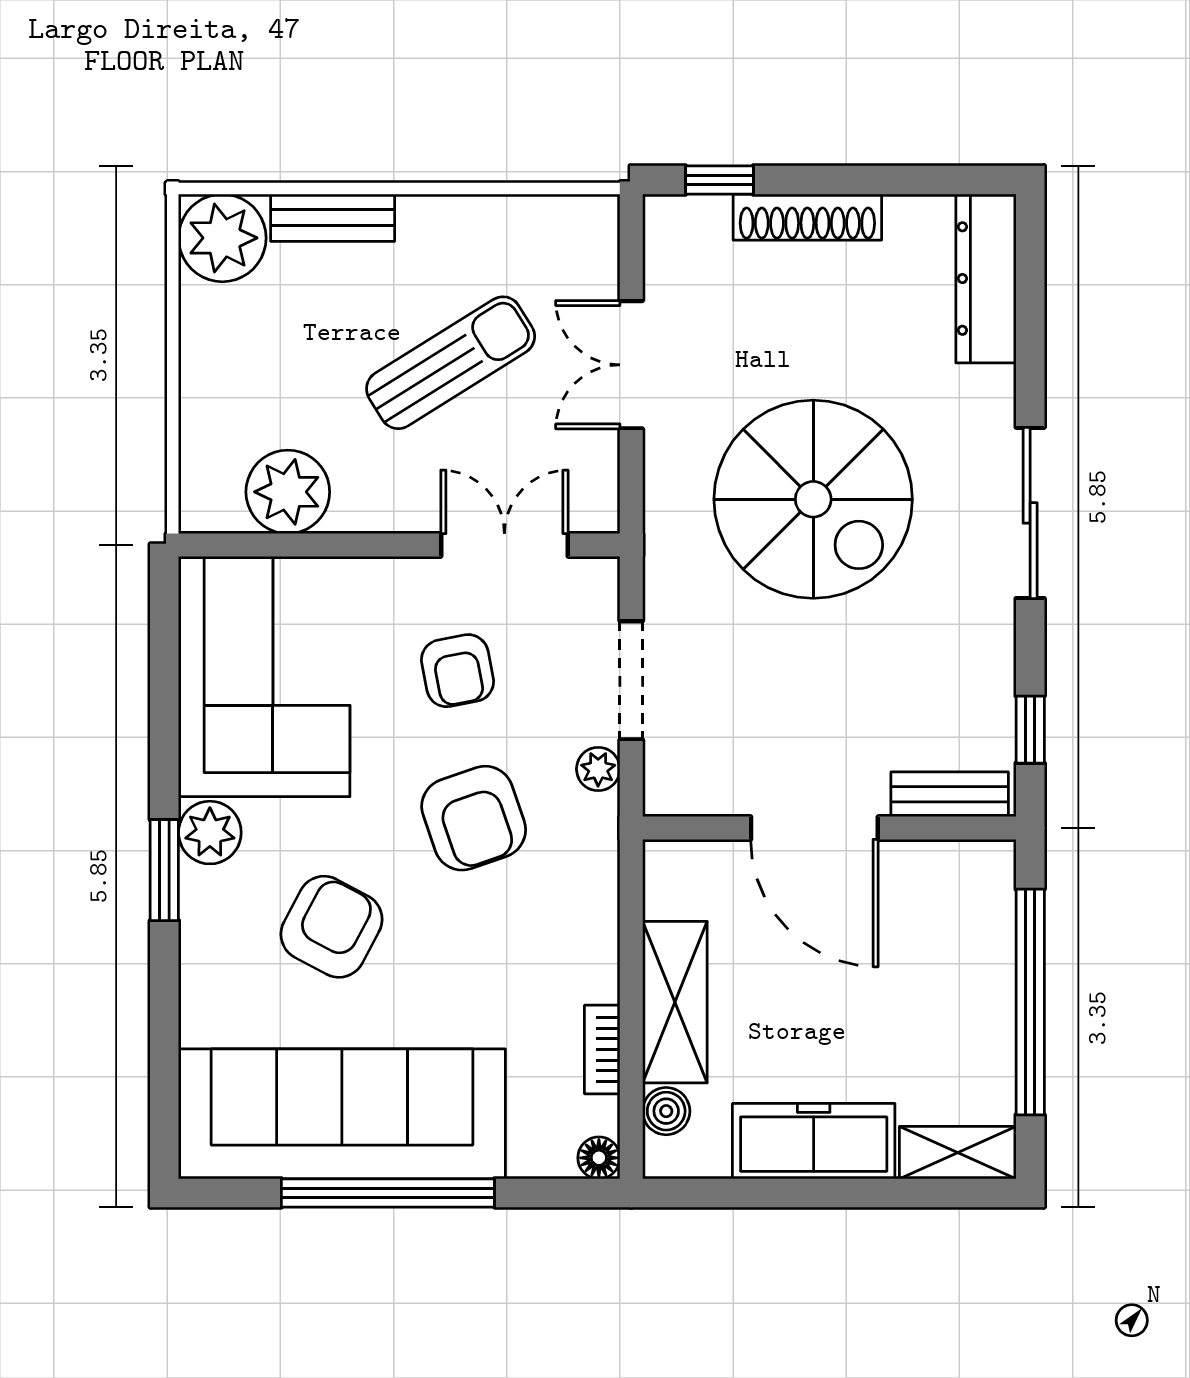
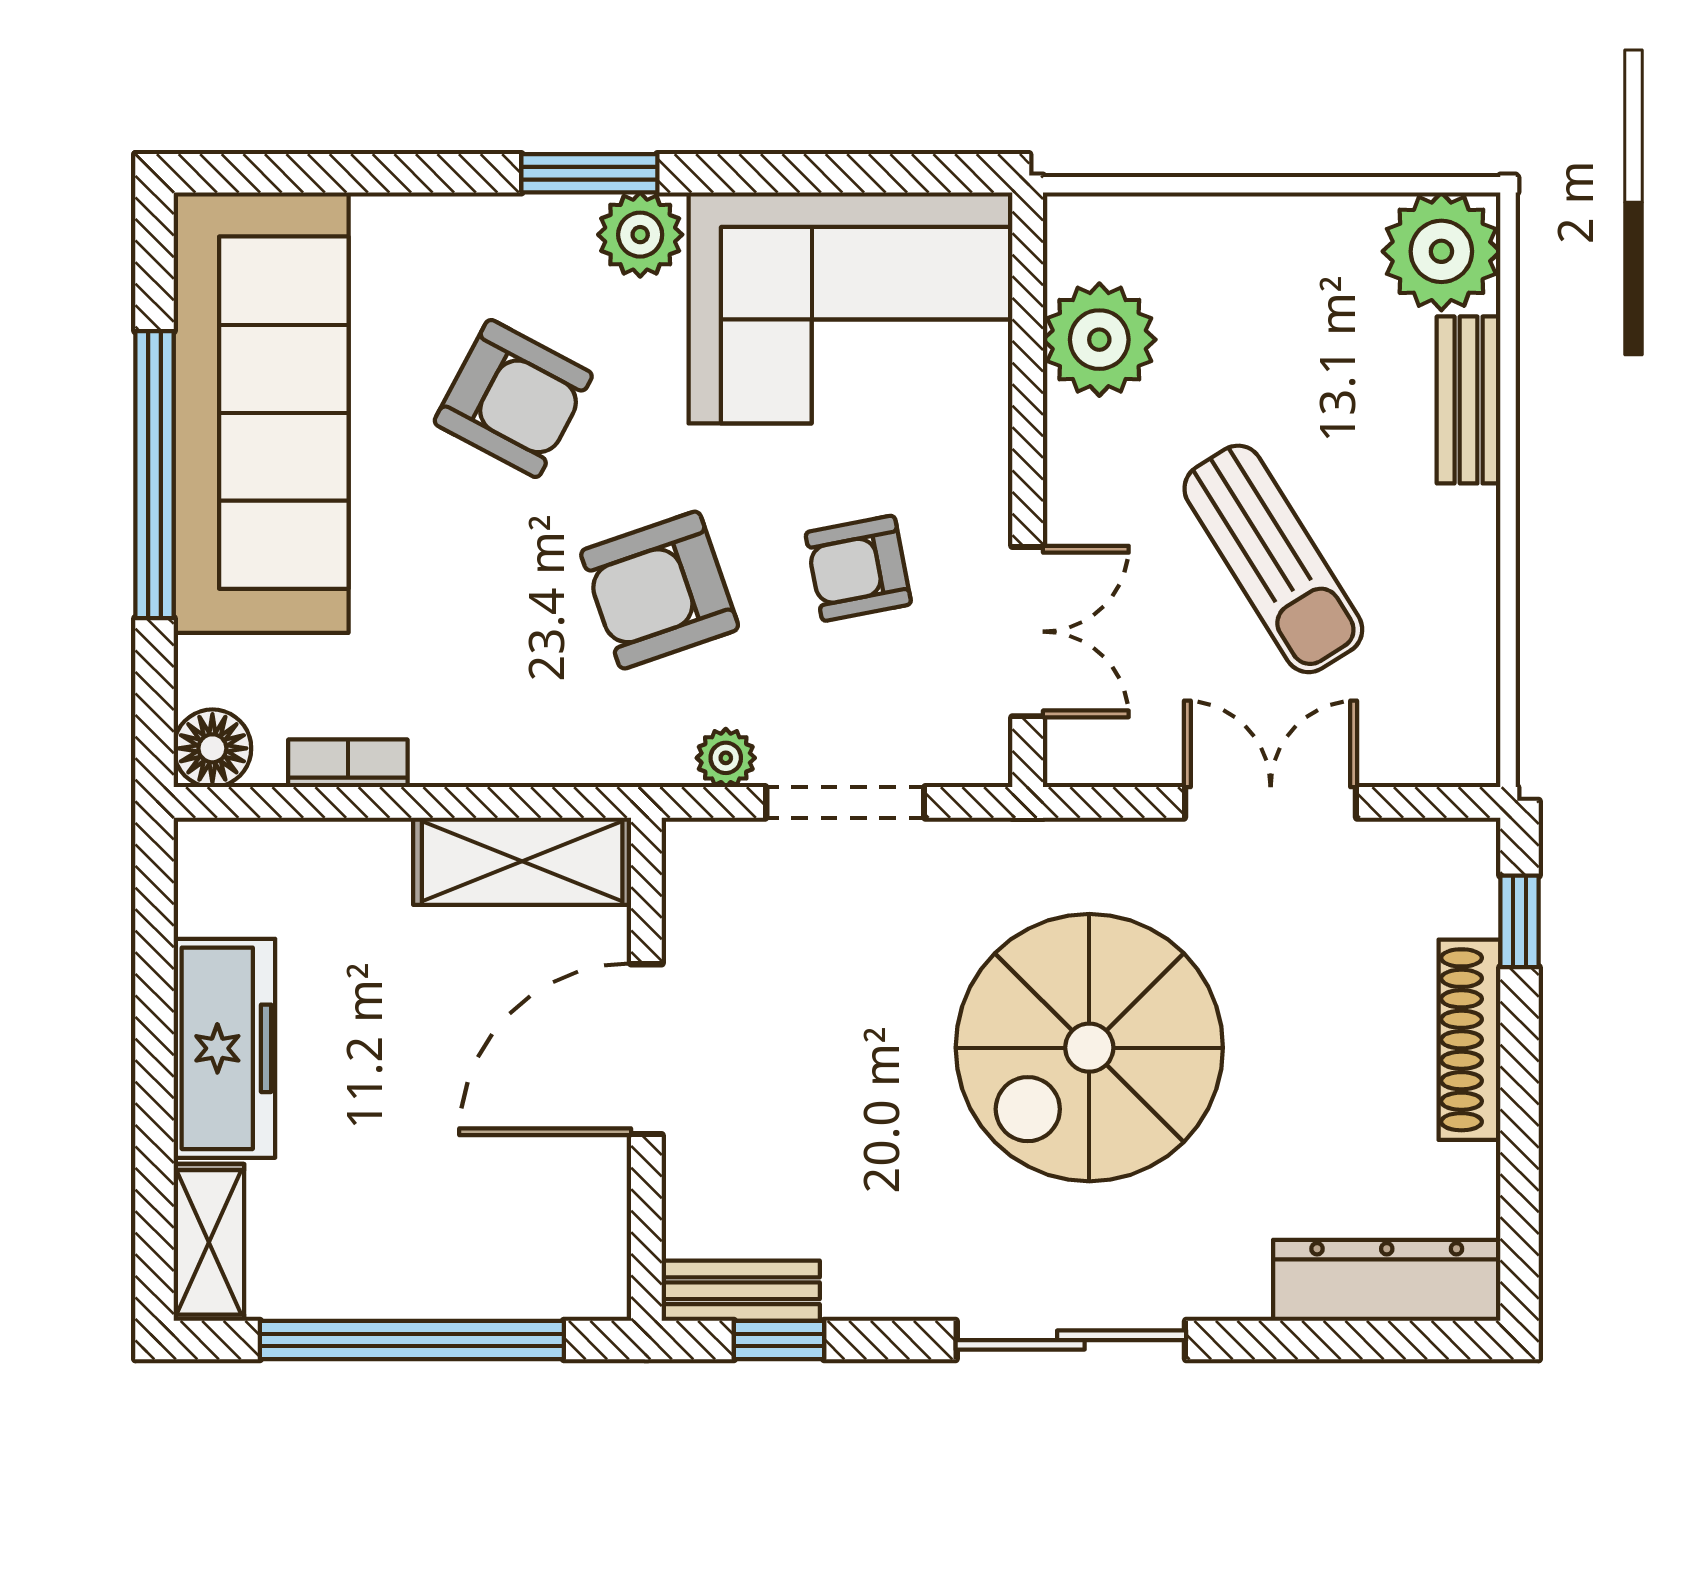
bench: (950, 794) -> (741, 1291), moved, turned 90
shelving: (675, 1002) -> (522, 861), moved
boiler: (666, 1111) -> (265, 850), removed
floor lamp: (599, 1158) -> (212, 748), width x1.37, depth x1.37

